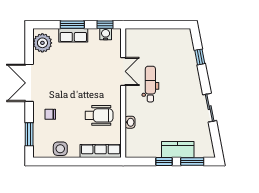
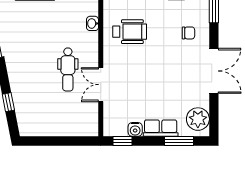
window: (72, 25) -> (179, 141), moved
water cooler: (106, 34) -> (135, 129), moved
wheelchair: (99, 115) -> (130, 32), turned 180

